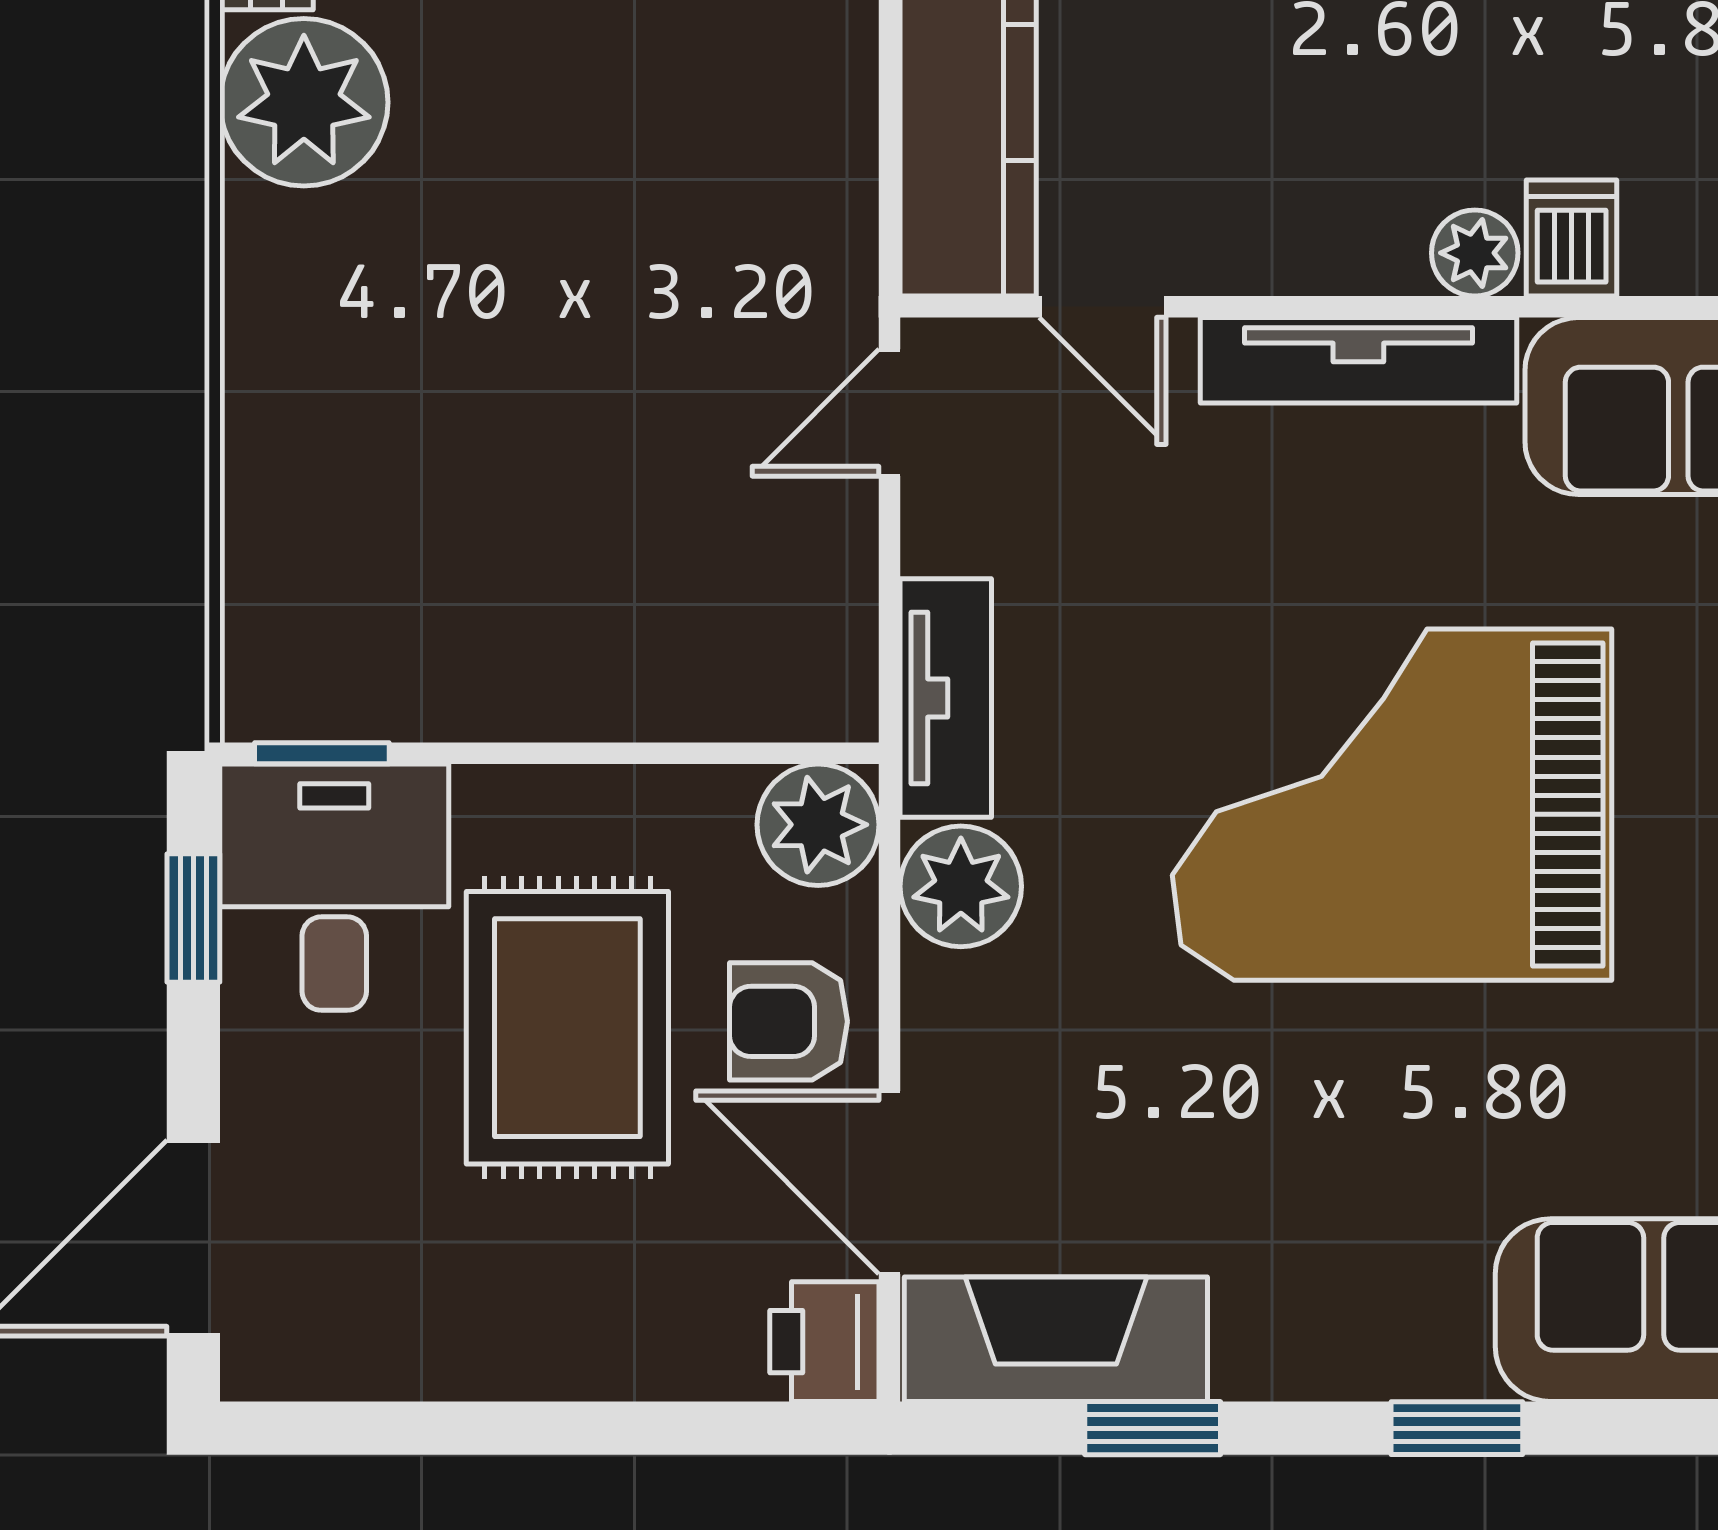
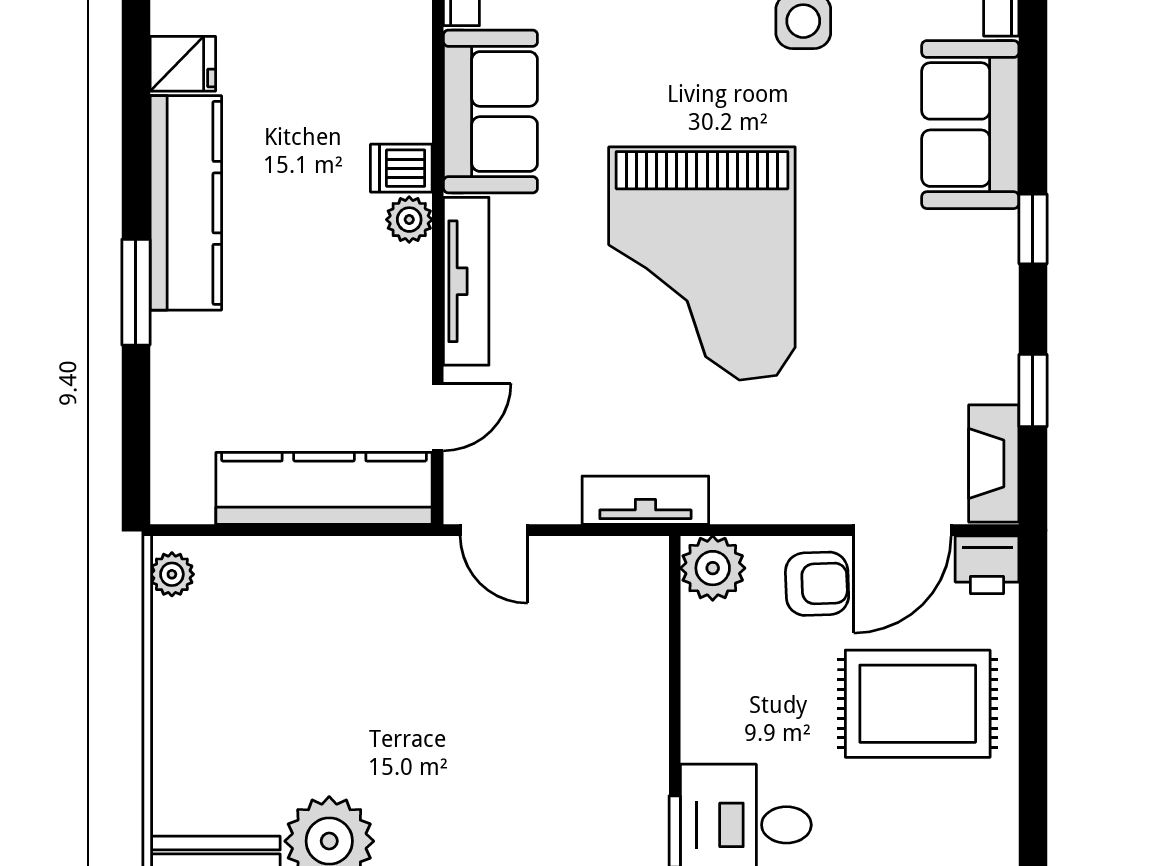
plant: (961, 886) -> (745, 492), removed
armchair: (789, 1021) -> (817, 584), turned -92
rug: (567, 1028) -> (918, 704), moved
fireplace: (1056, 1339) -> (994, 464), width x0.73, depth x0.76

